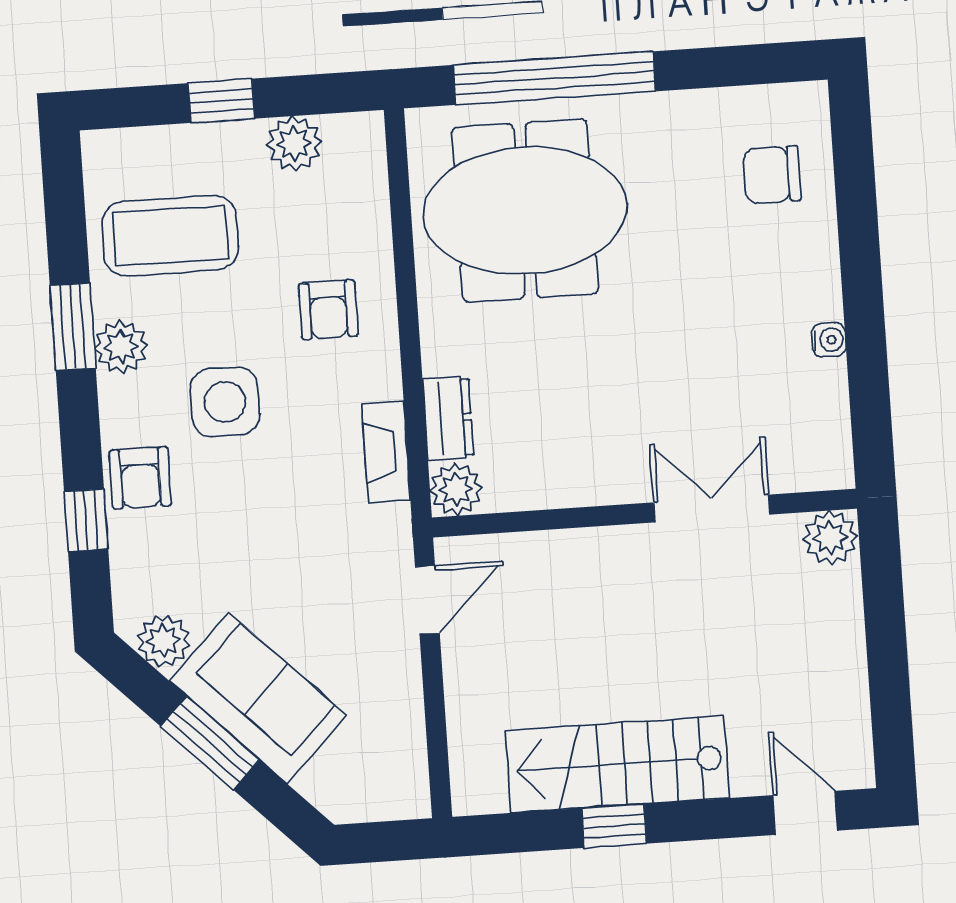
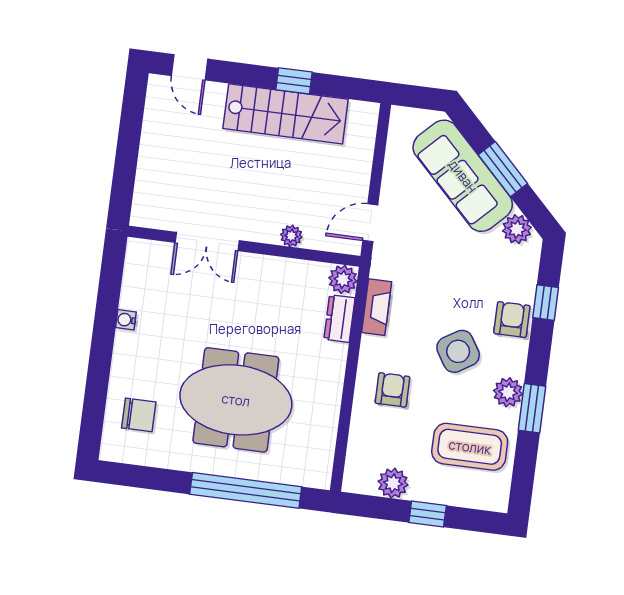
meeting table: (525, 210) -> (236, 400), moved
side table: (225, 402) -> (458, 351), turned -32
plant: (830, 538) -> (291, 236), moved, width x0.73, depth x0.73
sofa: (258, 698) -> (463, 176), width x1.36

